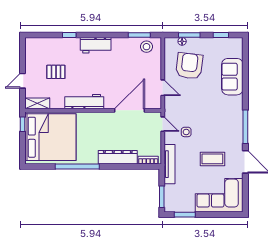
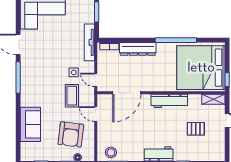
coffee table: (212, 159) -> (72, 96), moved, turned 90

